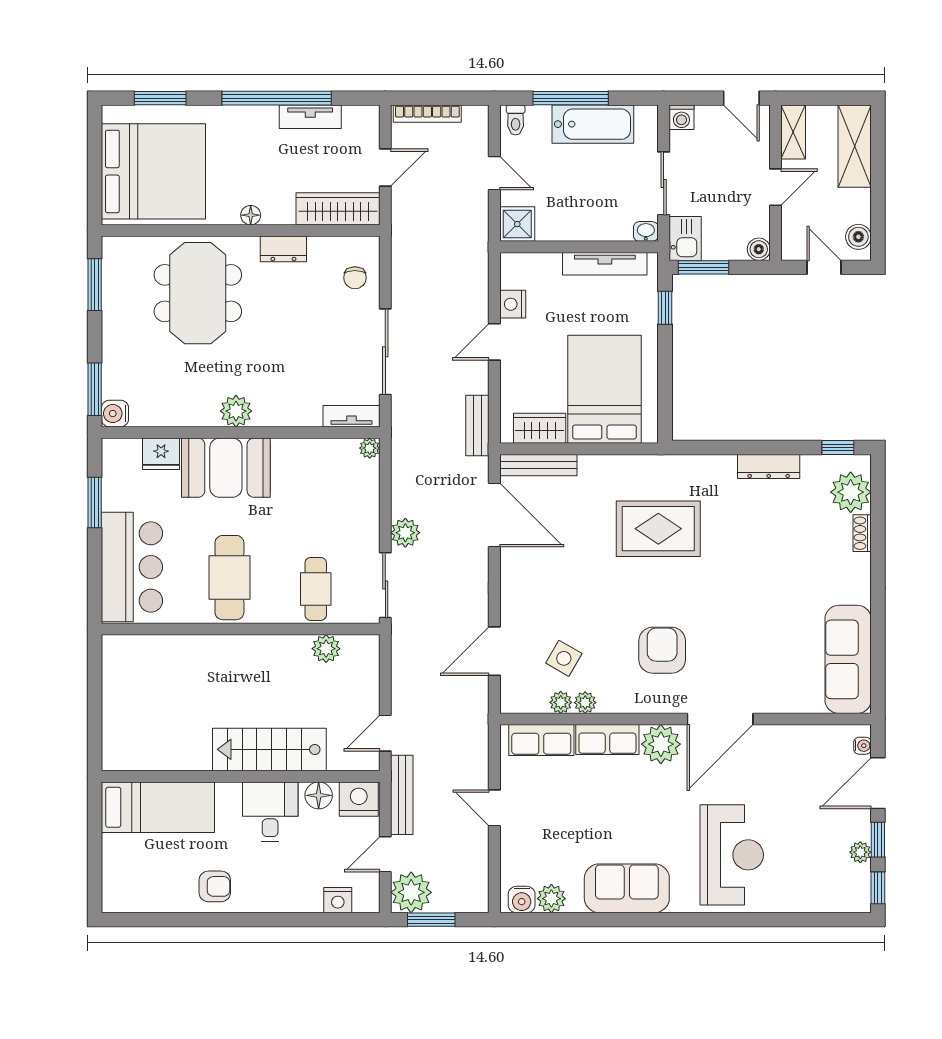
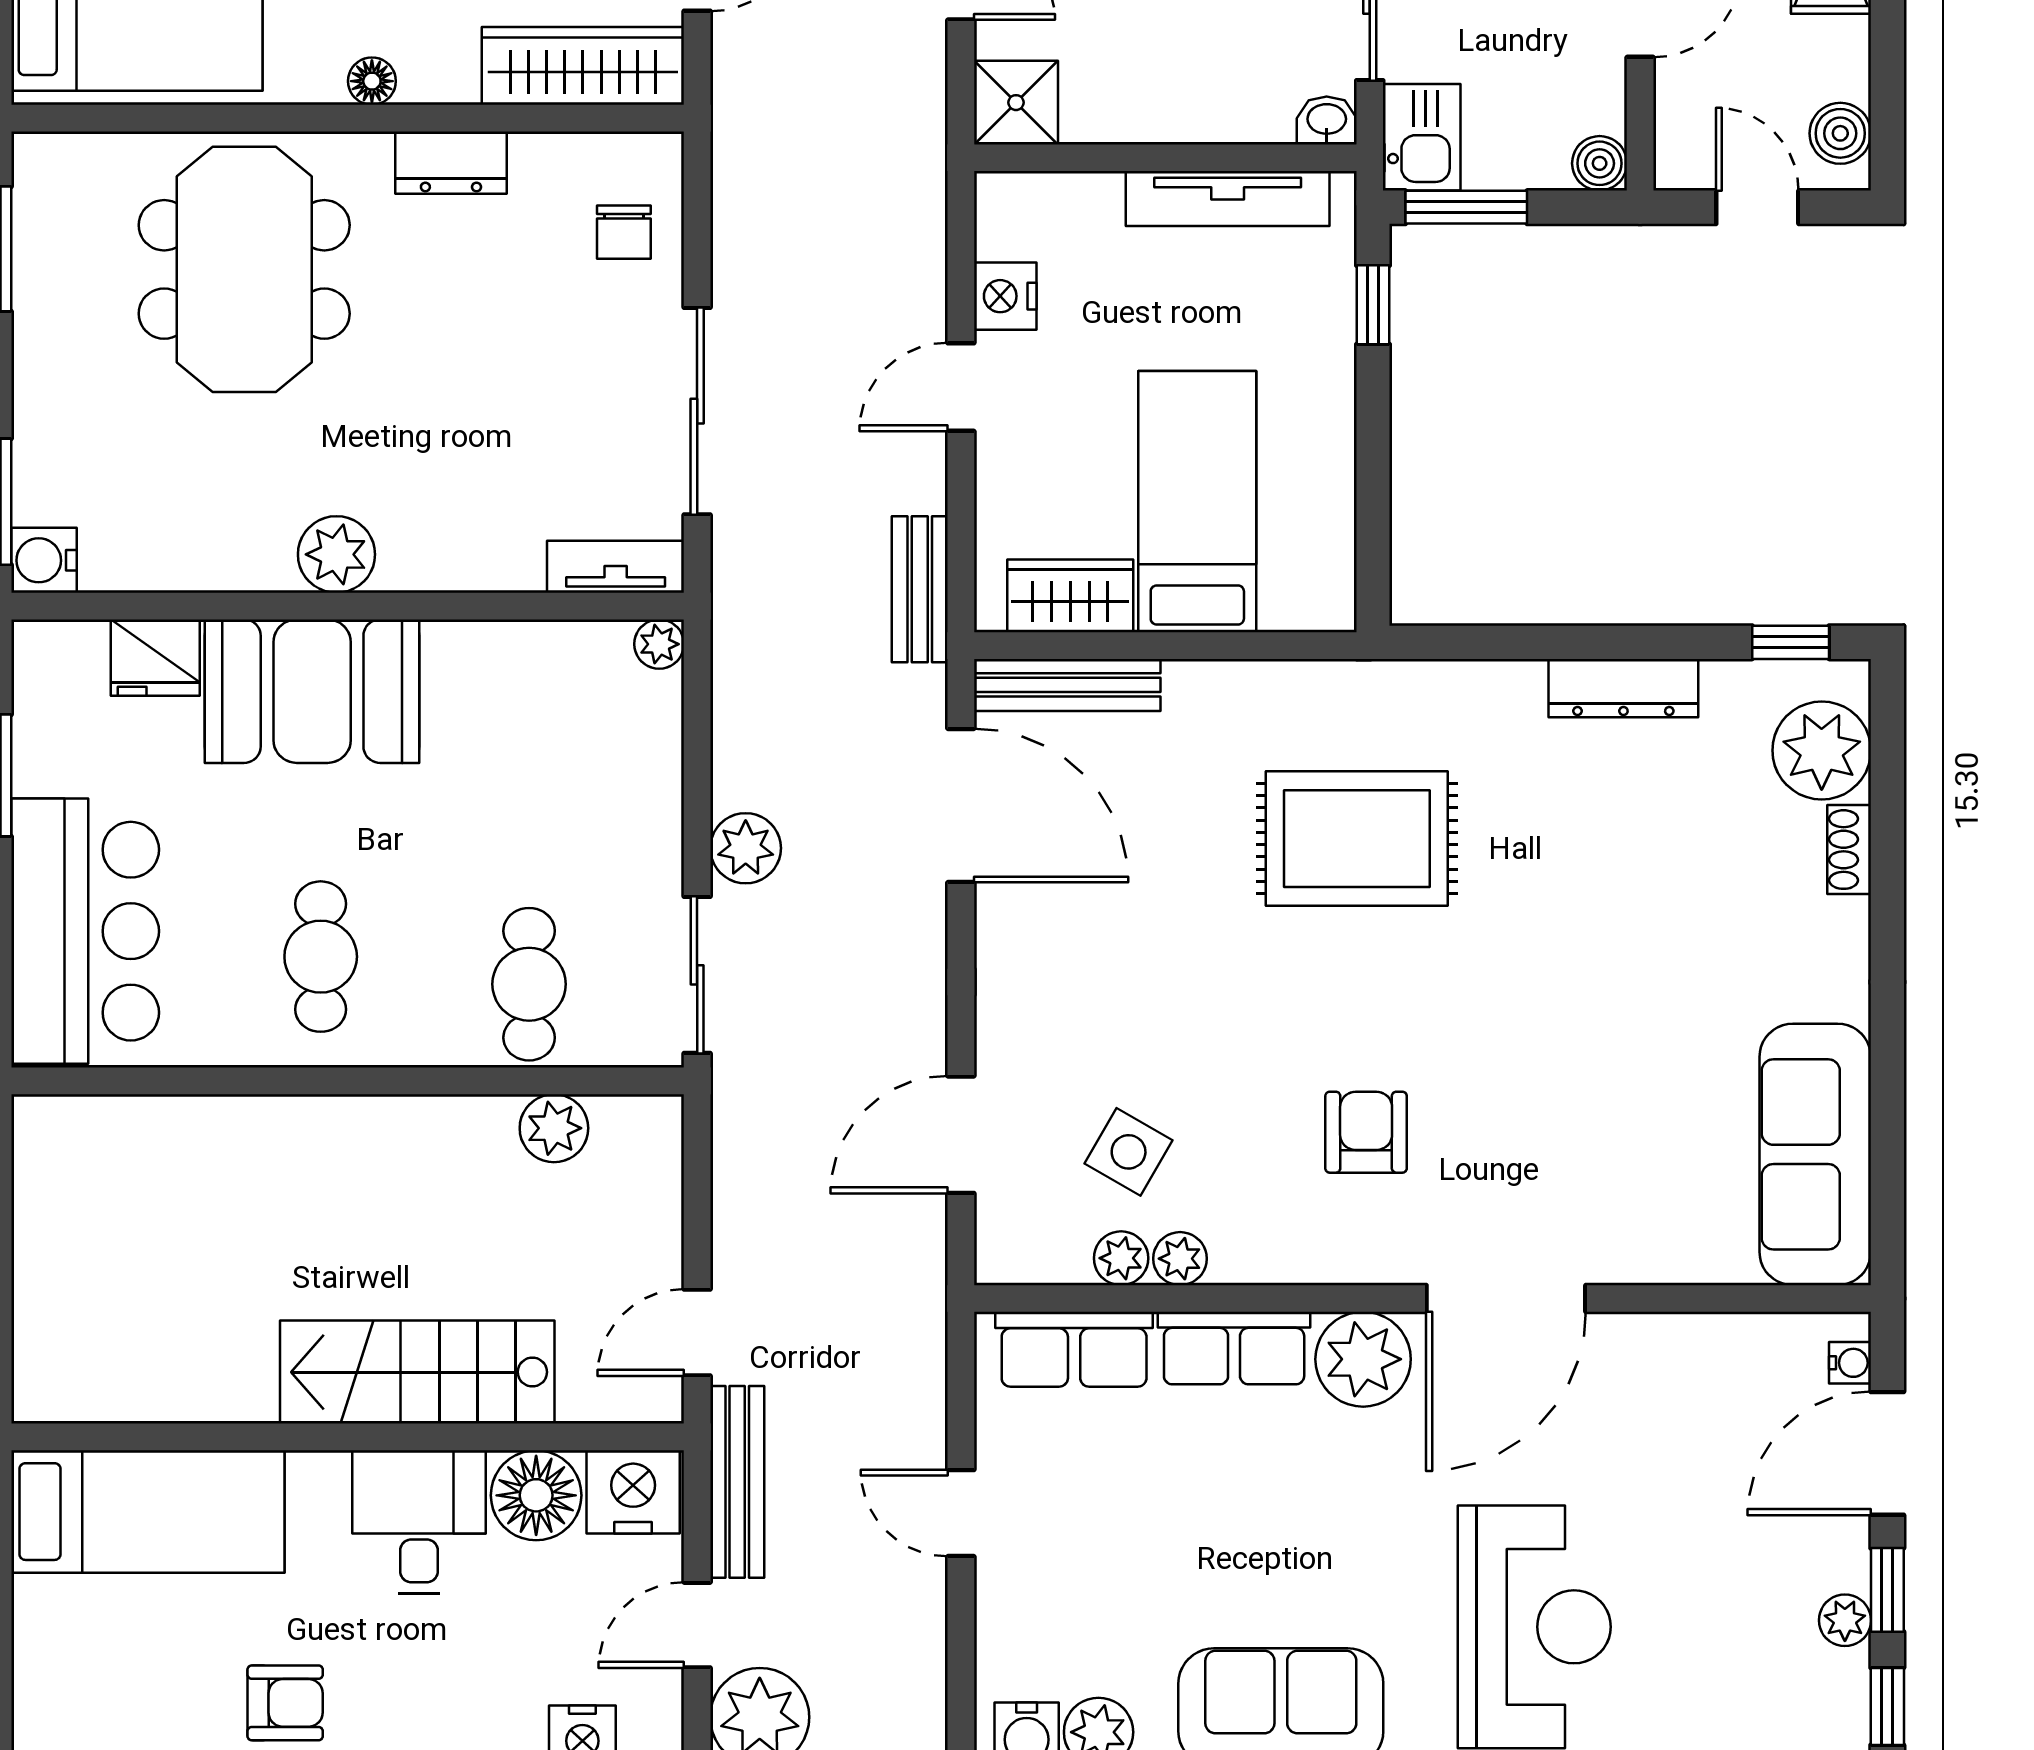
bed: (604, 389) -> (1197, 502), width x0.67
cafe table: (229, 578) -> (321, 957), width x0.73, depth x0.74
armchair: (662, 650) -> (1366, 1132), width x0.72, depth x0.72
floor lamp: (319, 795) -> (536, 1495), width x1.38, depth x1.38

